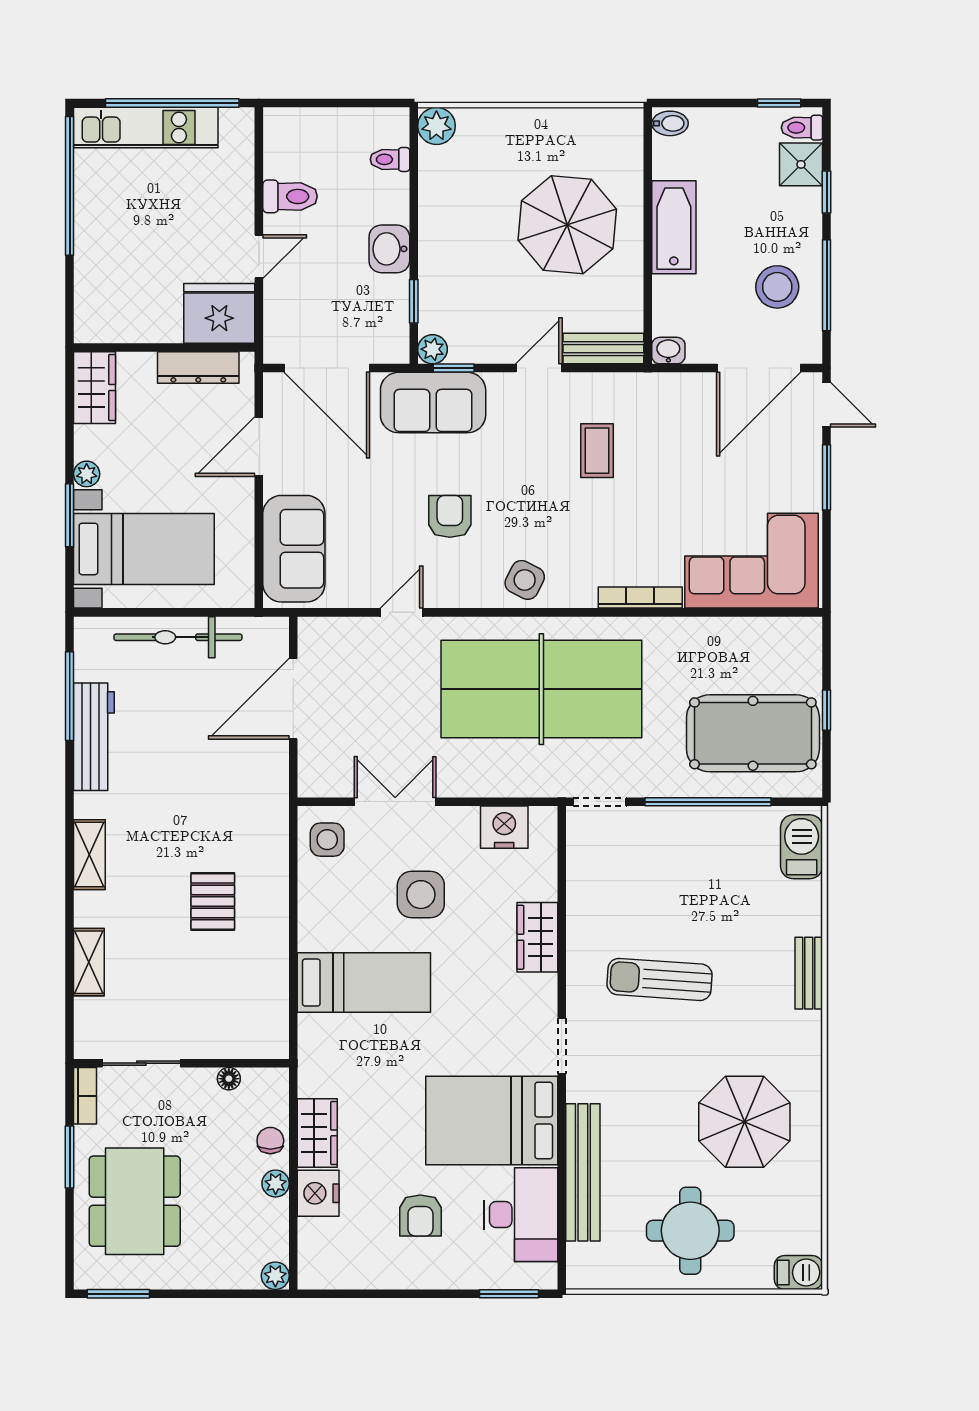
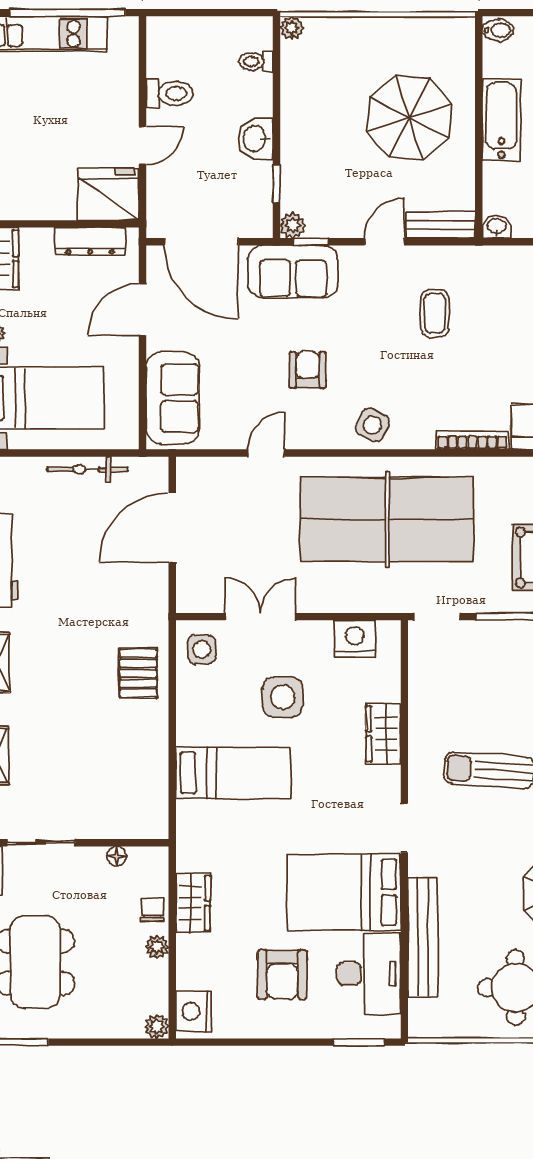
plant: (436, 126) -> (292, 28), width x0.73, depth x0.73
bicycle: (178, 637) -> (87, 469), width x0.73, depth x0.71
pallet: (213, 901) -> (138, 673), moved
nightstand: (318, 1193) -> (194, 1011), moved
armchair: (420, 1216) -> (282, 975), width x1.38, depth x1.38

